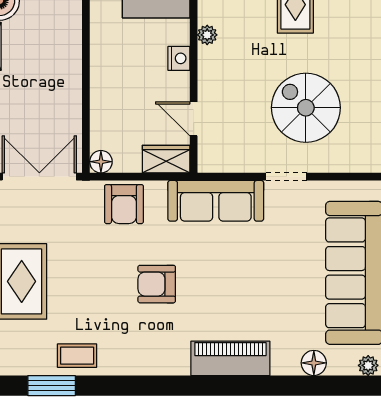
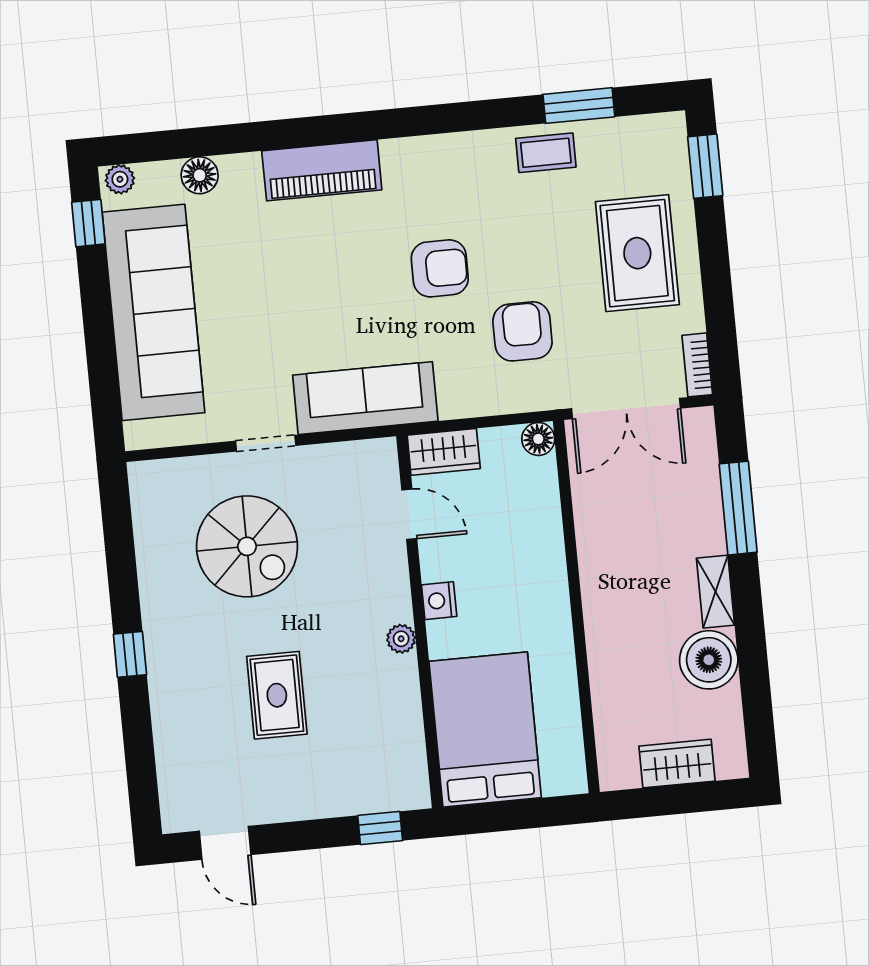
armchair: (124, 204) -> (522, 331), moved

